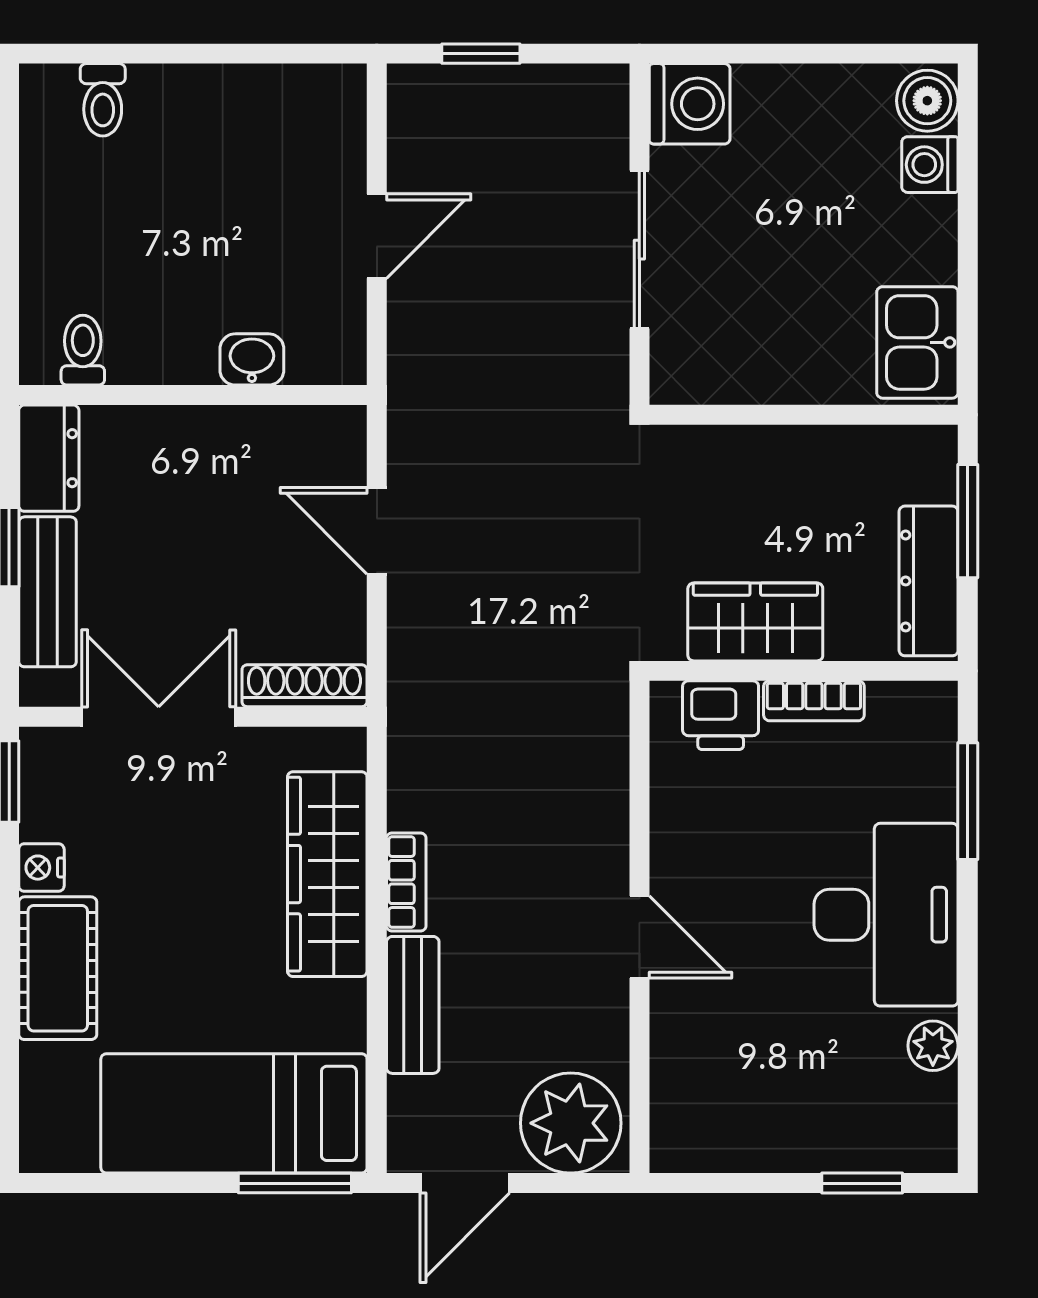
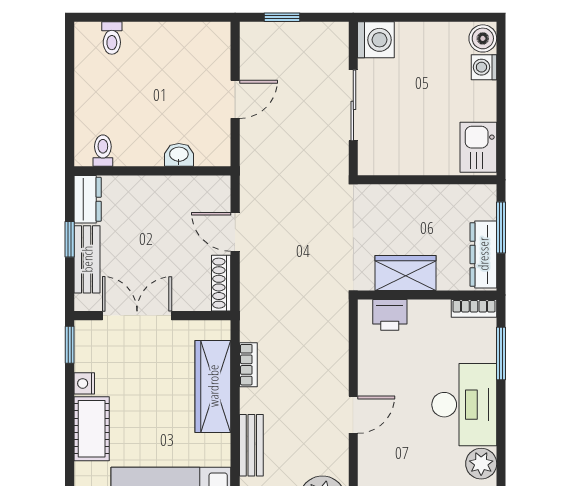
shoe rack: (304, 686) -> (221, 283), moved, turned -90
bookcase: (814, 701) -> (474, 308), moved
bookcase: (406, 882) -> (248, 365), moved
door: (639, 937) -> (353, 415), hinge flipped
plant: (933, 1046) -> (481, 464), width x1.38, depth x1.38

